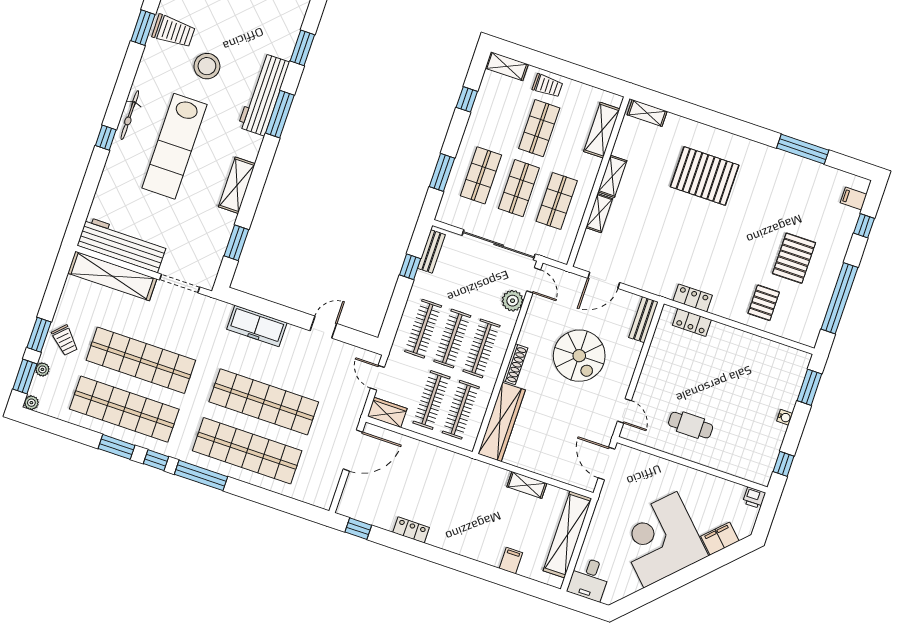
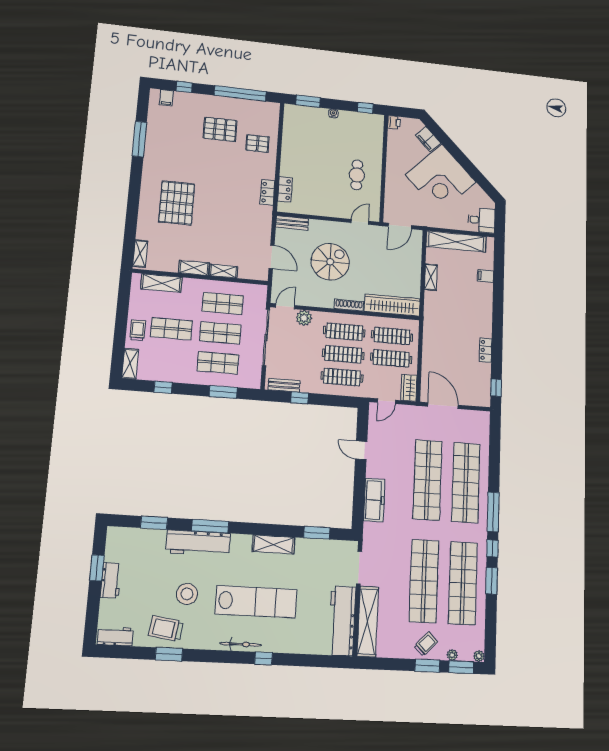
trolley: (174, 31) -> (166, 629), turned -82

